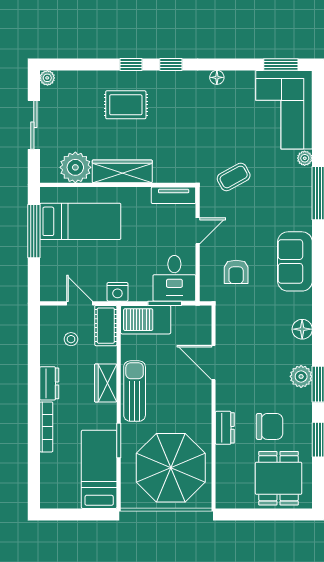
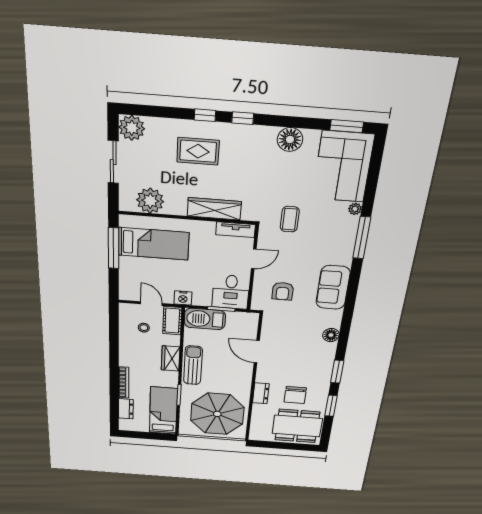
floor lamp: (217, 77) -> (290, 139), width x1.89, depth x1.89
plant: (47, 78) -> (132, 128), width x1.87, depth x1.87
wardrobe: (122, 171) -> (214, 209), moved
coffee table: (234, 177) -> (290, 219), turned -61
plant: (301, 376) -> (325, 366), removed
dresser: (49, 383) -> (126, 409), moved
chair: (270, 426) -> (295, 395), turned 90
dining table: (278, 478) -> (297, 426), width x1.38

